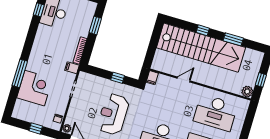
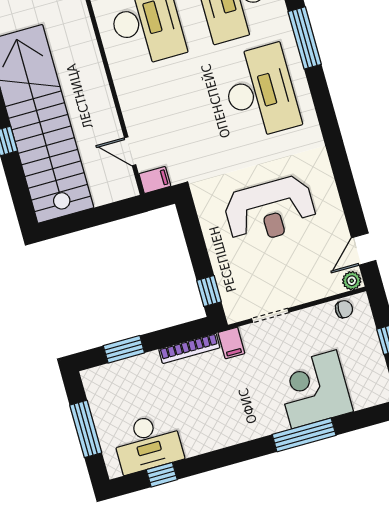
window: (118, 78) -> (209, 291), moved
door: (184, 80) -> (130, 151), moved

